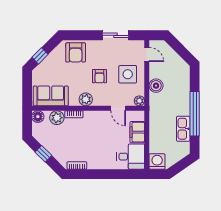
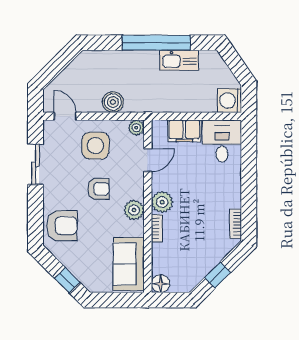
door: (147, 55) -> (65, 116), hinge flipped
plant: (57, 118) -> (162, 202), moved

